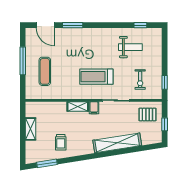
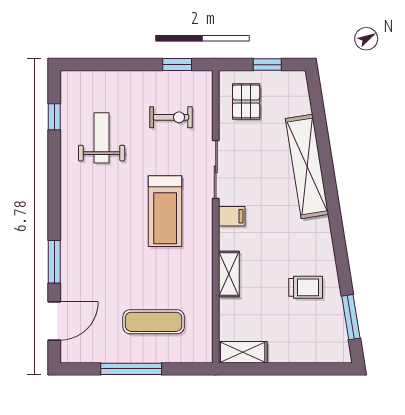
shelving: (78, 106) -> (229, 274), moved
shelving: (31, 129) -> (243, 352), moved

